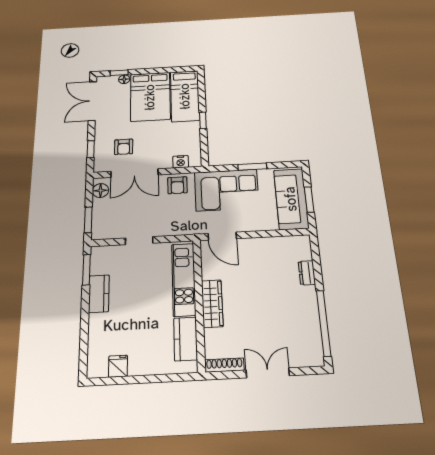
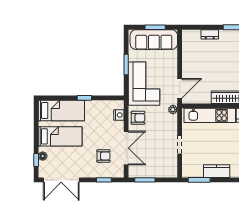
bed: (150, 97) -> (60, 136), width x0.67
floor lamp: (100, 191) -> (139, 172), removed
window: (88, 220) -> (145, 180), moved
plant: (191, 229) -> (173, 110), added

